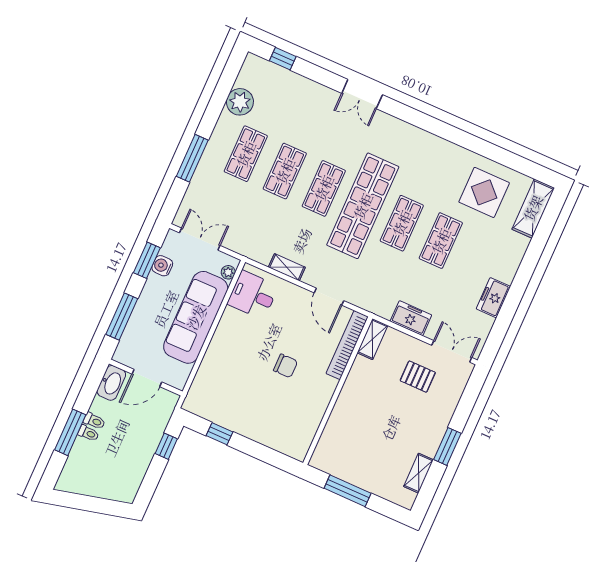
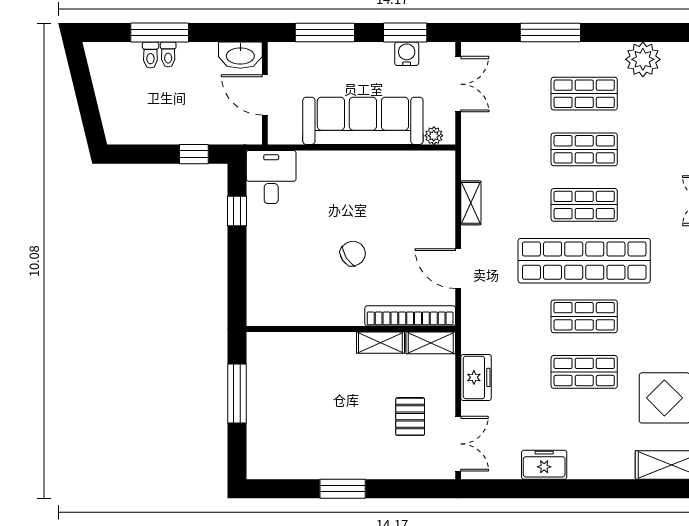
desk: (253, 295) -> (271, 177), moved
door: (329, 297) -> (458, 269), hinge flipped
chair: (286, 366) -> (353, 253), turned -123
toilet: (94, 421) -> (150, 55), moved
shelving: (419, 473) -> (380, 343), moved

